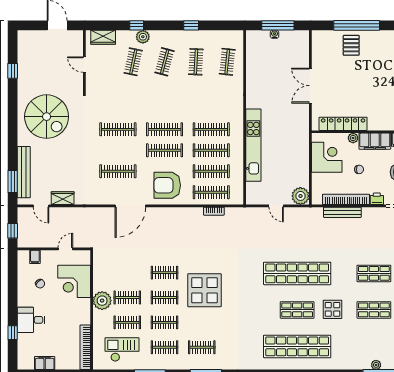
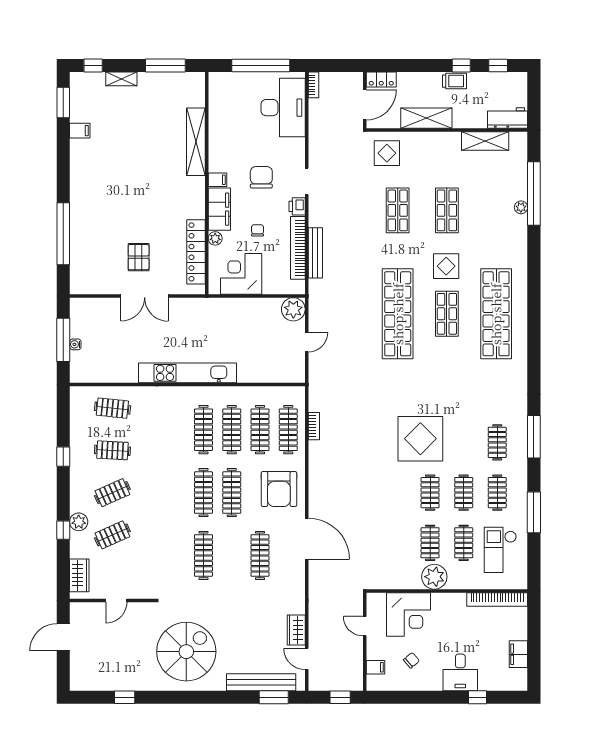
pallet: (351, 45) -> (139, 257), moved, turned 90
clothes rail: (133, 62) -> (112, 535), turned -36
clothes rail: (165, 62) -> (112, 493), turned -39
kitchen unit: (253, 145) -> (188, 373), moved
door: (41, 206) -> (307, 659), swing flipped
clothes rail: (165, 273) -> (397, 493), removed

